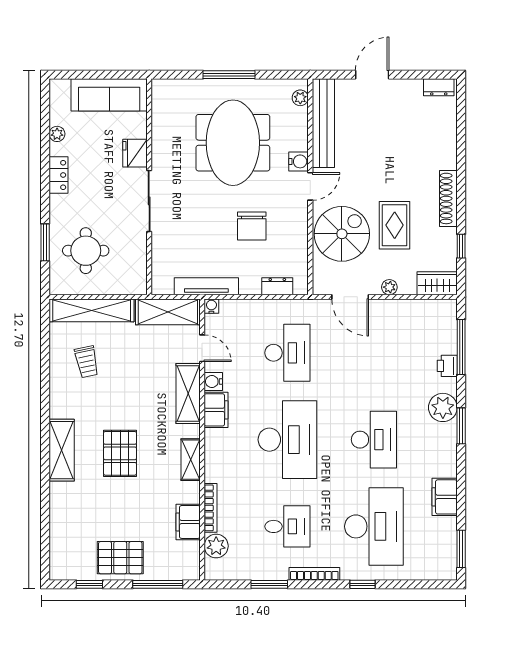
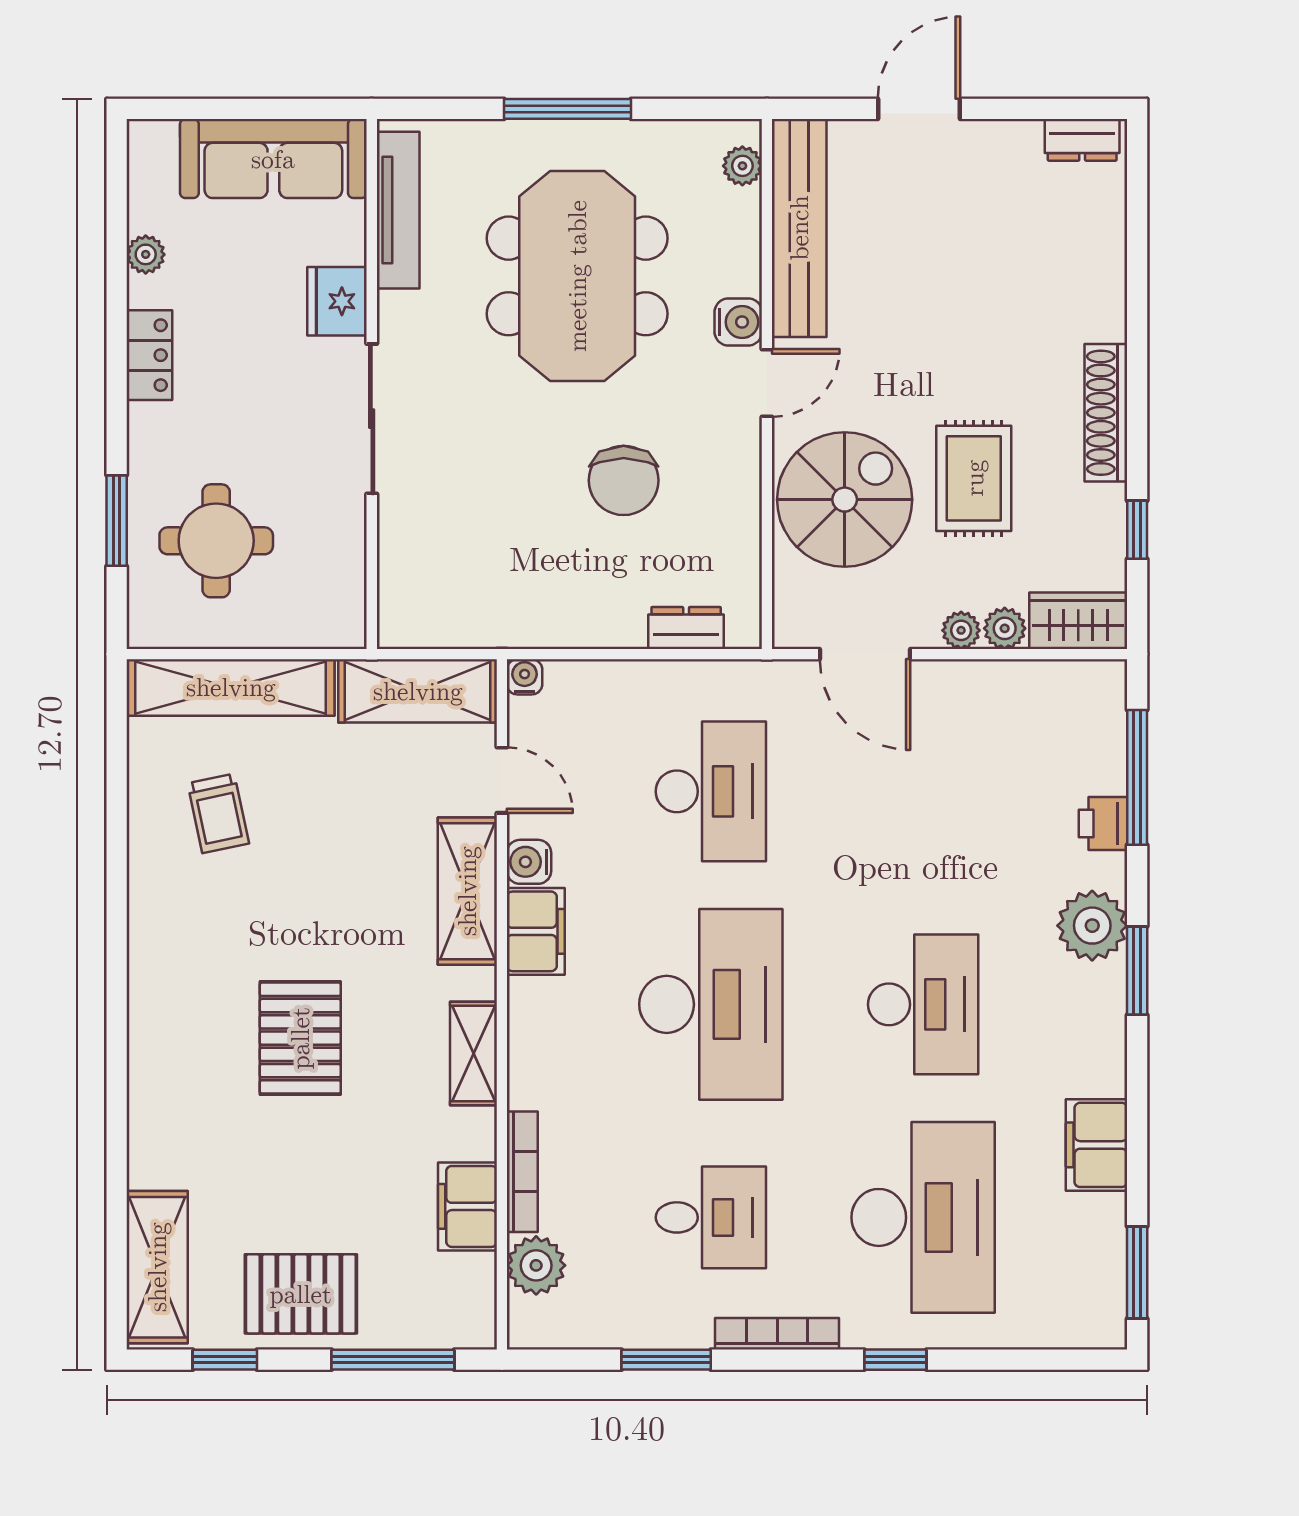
tv unit: (206, 286) -> (398, 210), moved, turned 90
plant: (407, 286) -> (1005, 628), added
shelving: (62, 450) -> (157, 1267), moved

